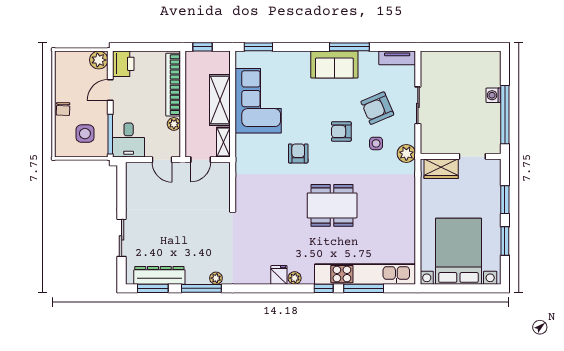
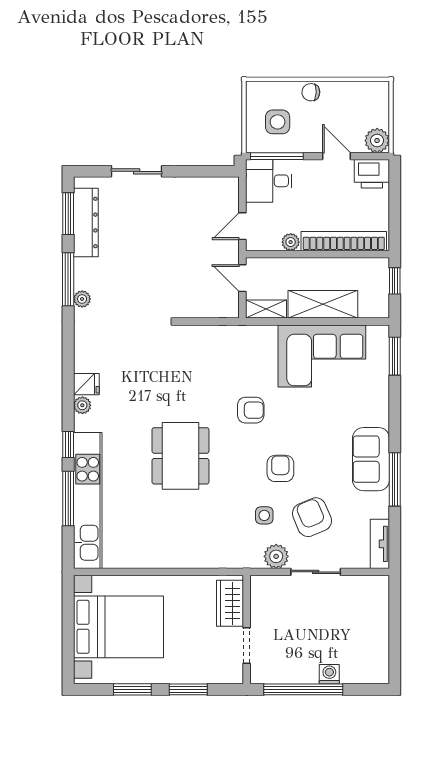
plant: (406, 154) -> (276, 556), moved

